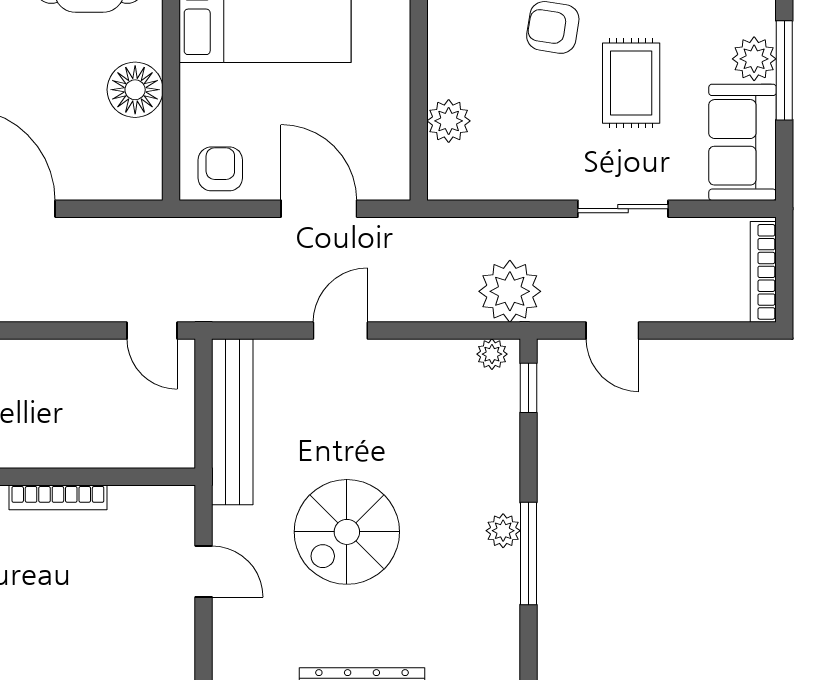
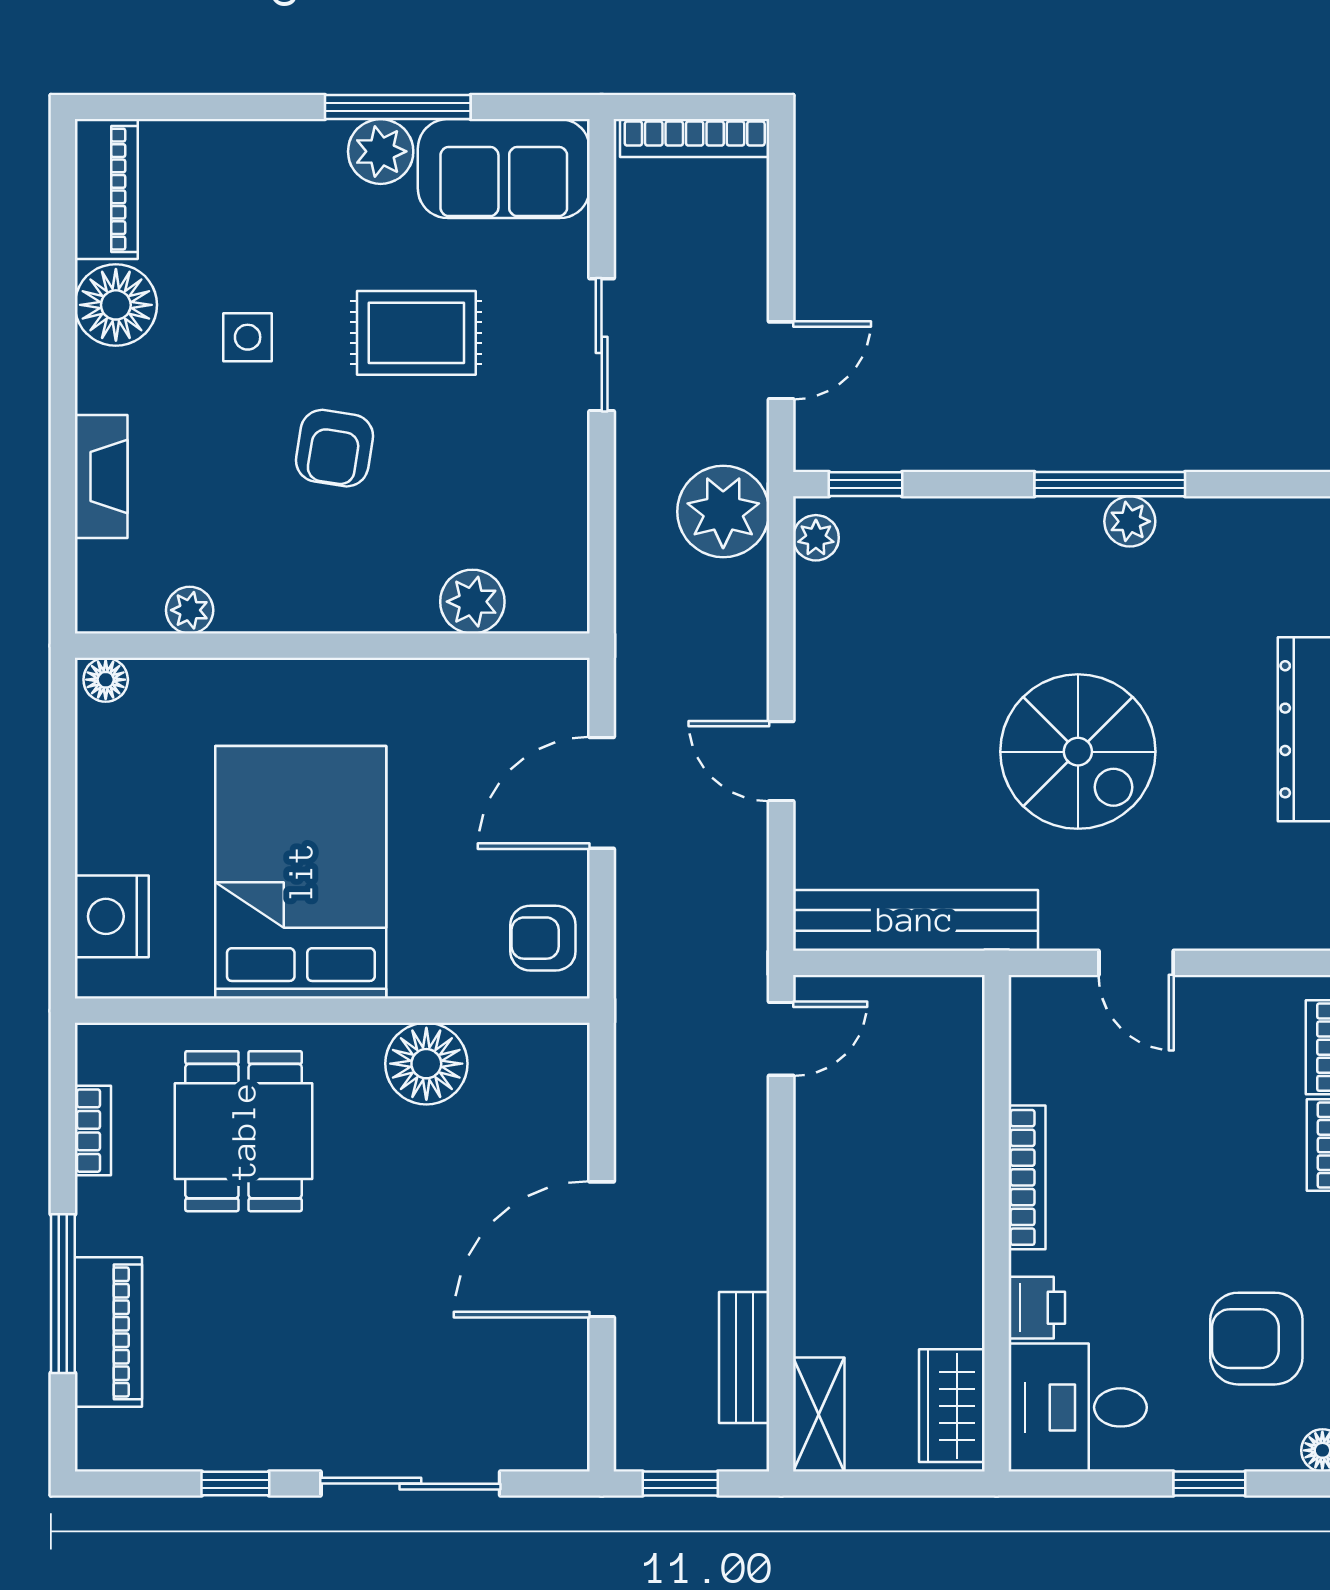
plant: (503, 531) -> (1130, 521), moved
door: (204, 571) -> (1136, 963), swing flipped

